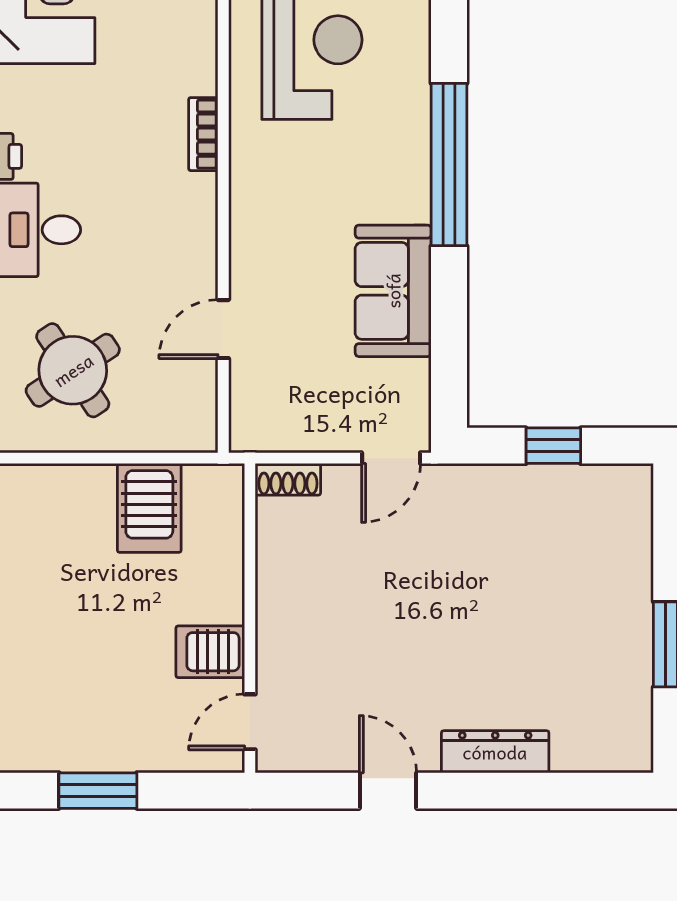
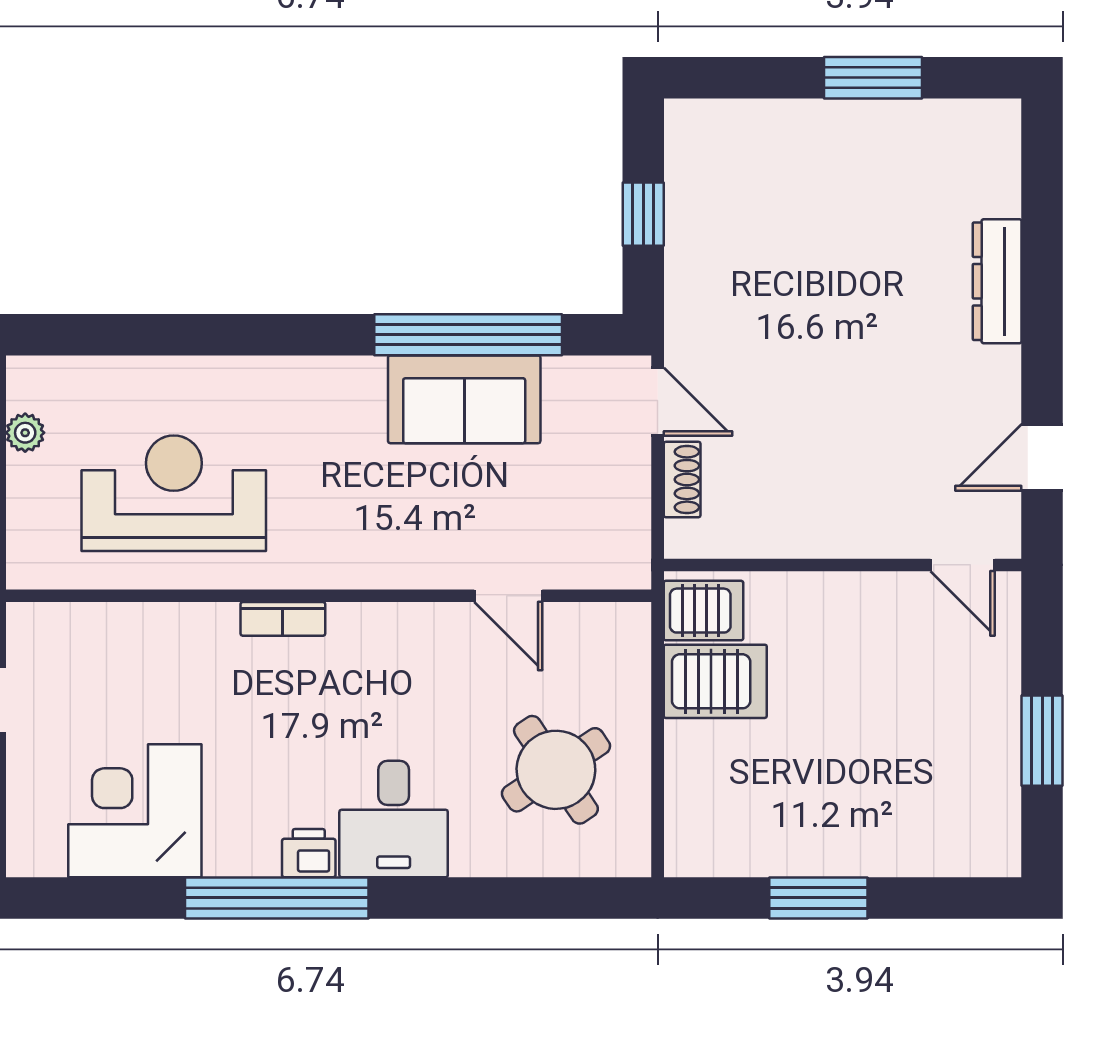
window: (449, 165) -> (468, 335), moved
shoe rack: (288, 479) -> (682, 480), moved
server rack: (210, 652) -> (703, 611), moved, turned -90
door: (388, 791) -> (1042, 457), moved

